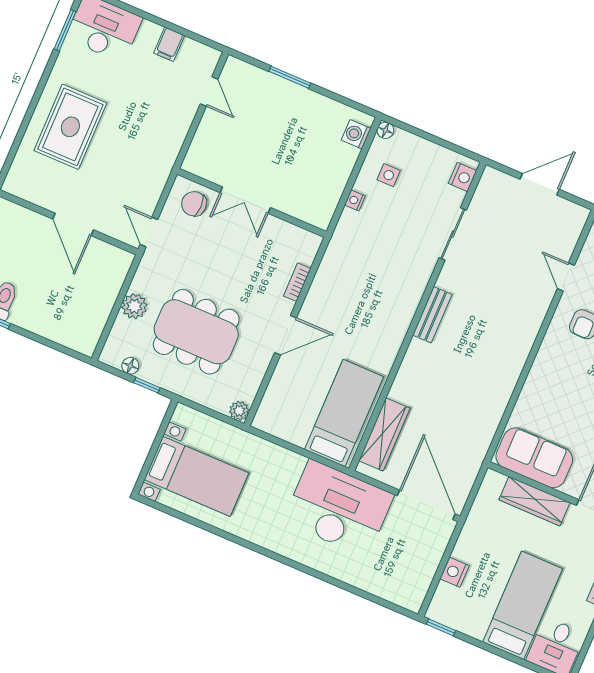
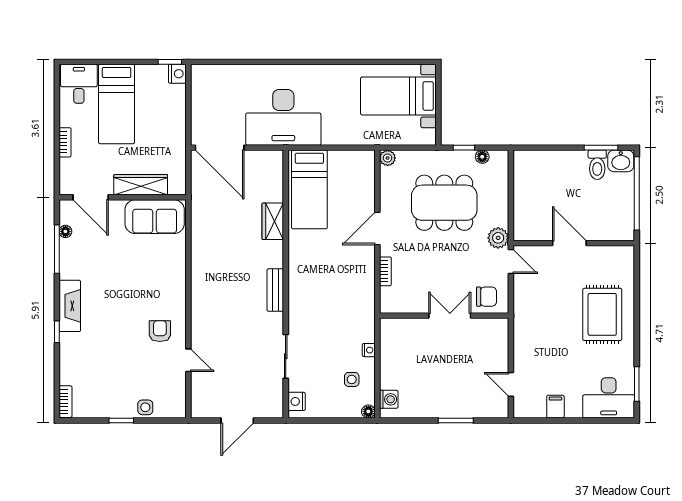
plant: (134, 306) -> (498, 238), moved
wardrobe: (384, 434) -> (273, 221), moved, width x0.67
nightstand: (455, 572) -> (177, 74), moved

